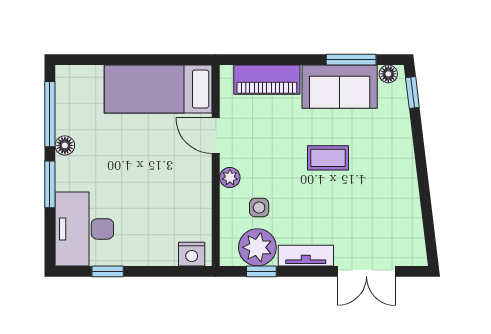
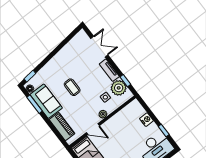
door: (216, 136) -> (93, 129), hinge flipped
nightstand: (192, 254) -> (146, 120), moved

